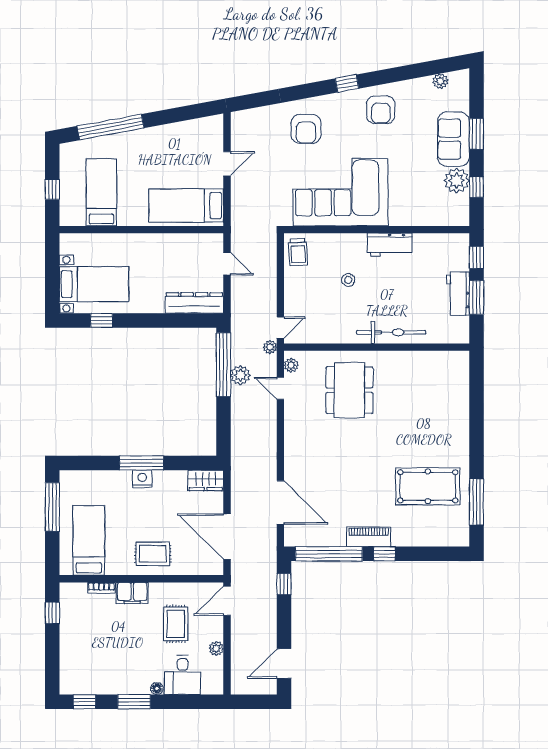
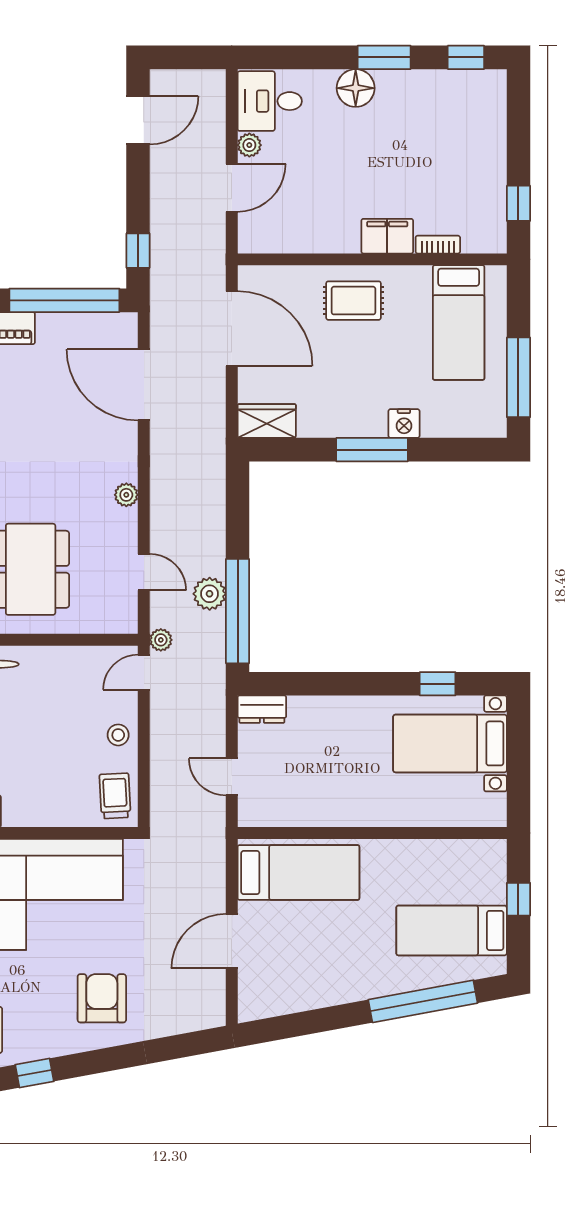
door: (227, 164) -> (232, 941), width x1.38
bed: (101, 192) -> (452, 930), moved, turned 90
stool: (348, 280) -> (118, 735), moved
dresser: (194, 303) -> (262, 709), width x0.51, depth x0.80
plant: (291, 365) -> (126, 495), moved
nightstand: (142, 479) -> (404, 423), moved
door: (227, 601) -> (232, 188), moved
rug: (176, 624) -> (316, 185), removed
desk: (183, 675) -> (270, 101), moved, turned -90
floor lamp: (157, 688) -> (356, 88), width x1.89, depth x1.89

